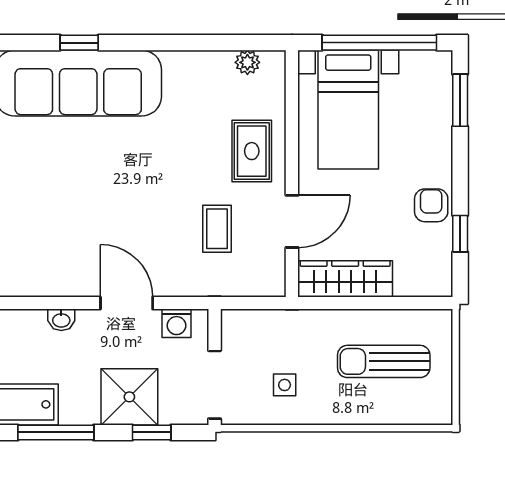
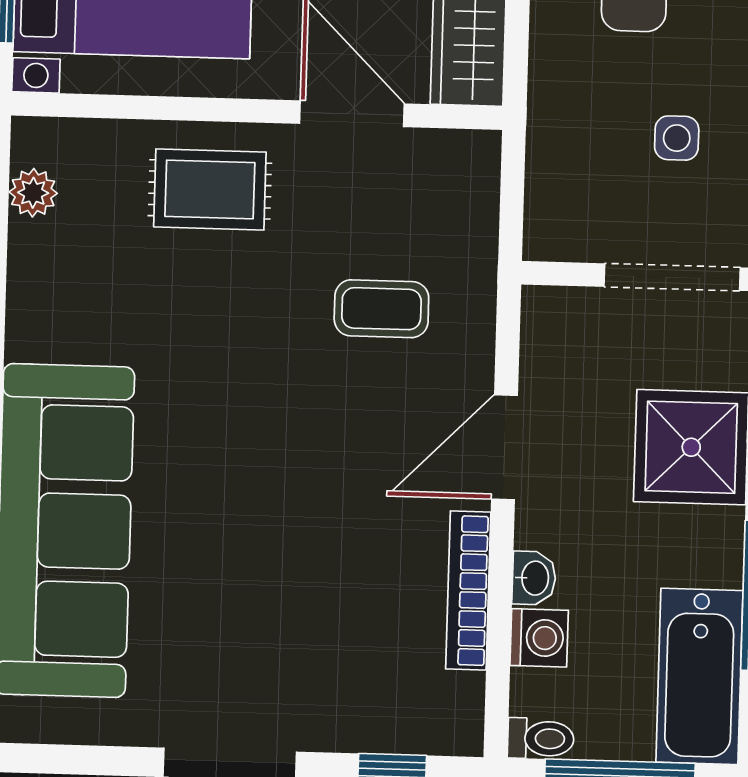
coffee table: (217, 229) -> (381, 309), moved
bookcase: (54, 287) -> (468, 590), added
washing machine: (176, 323) -> (539, 638), moved

